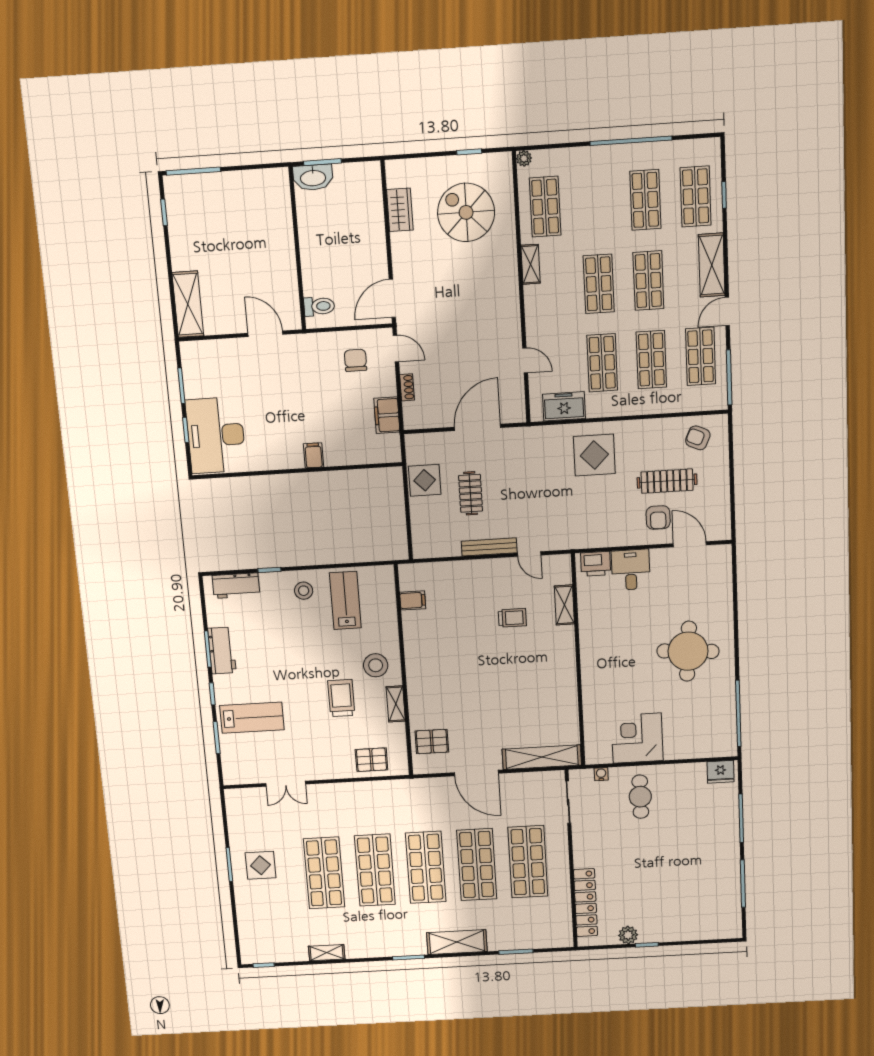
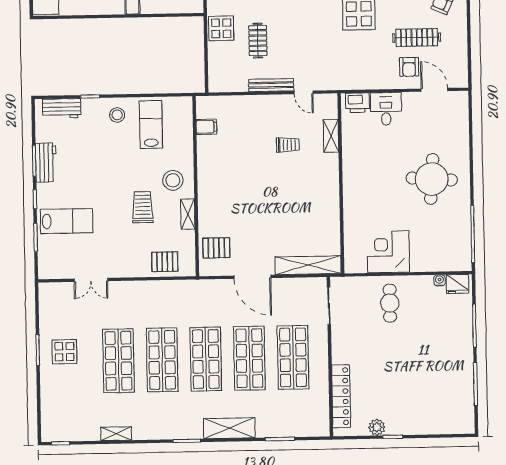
water cooler: (601, 774) -> (439, 280), moved

